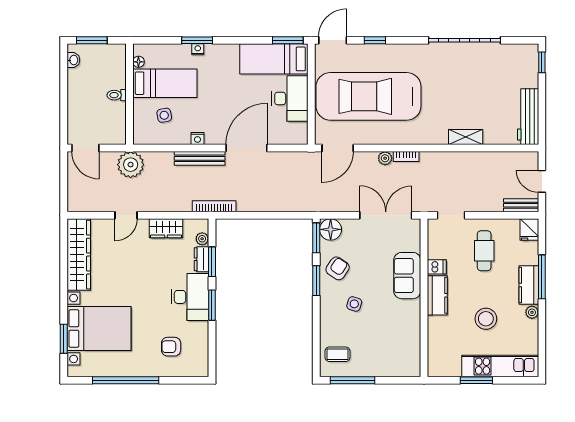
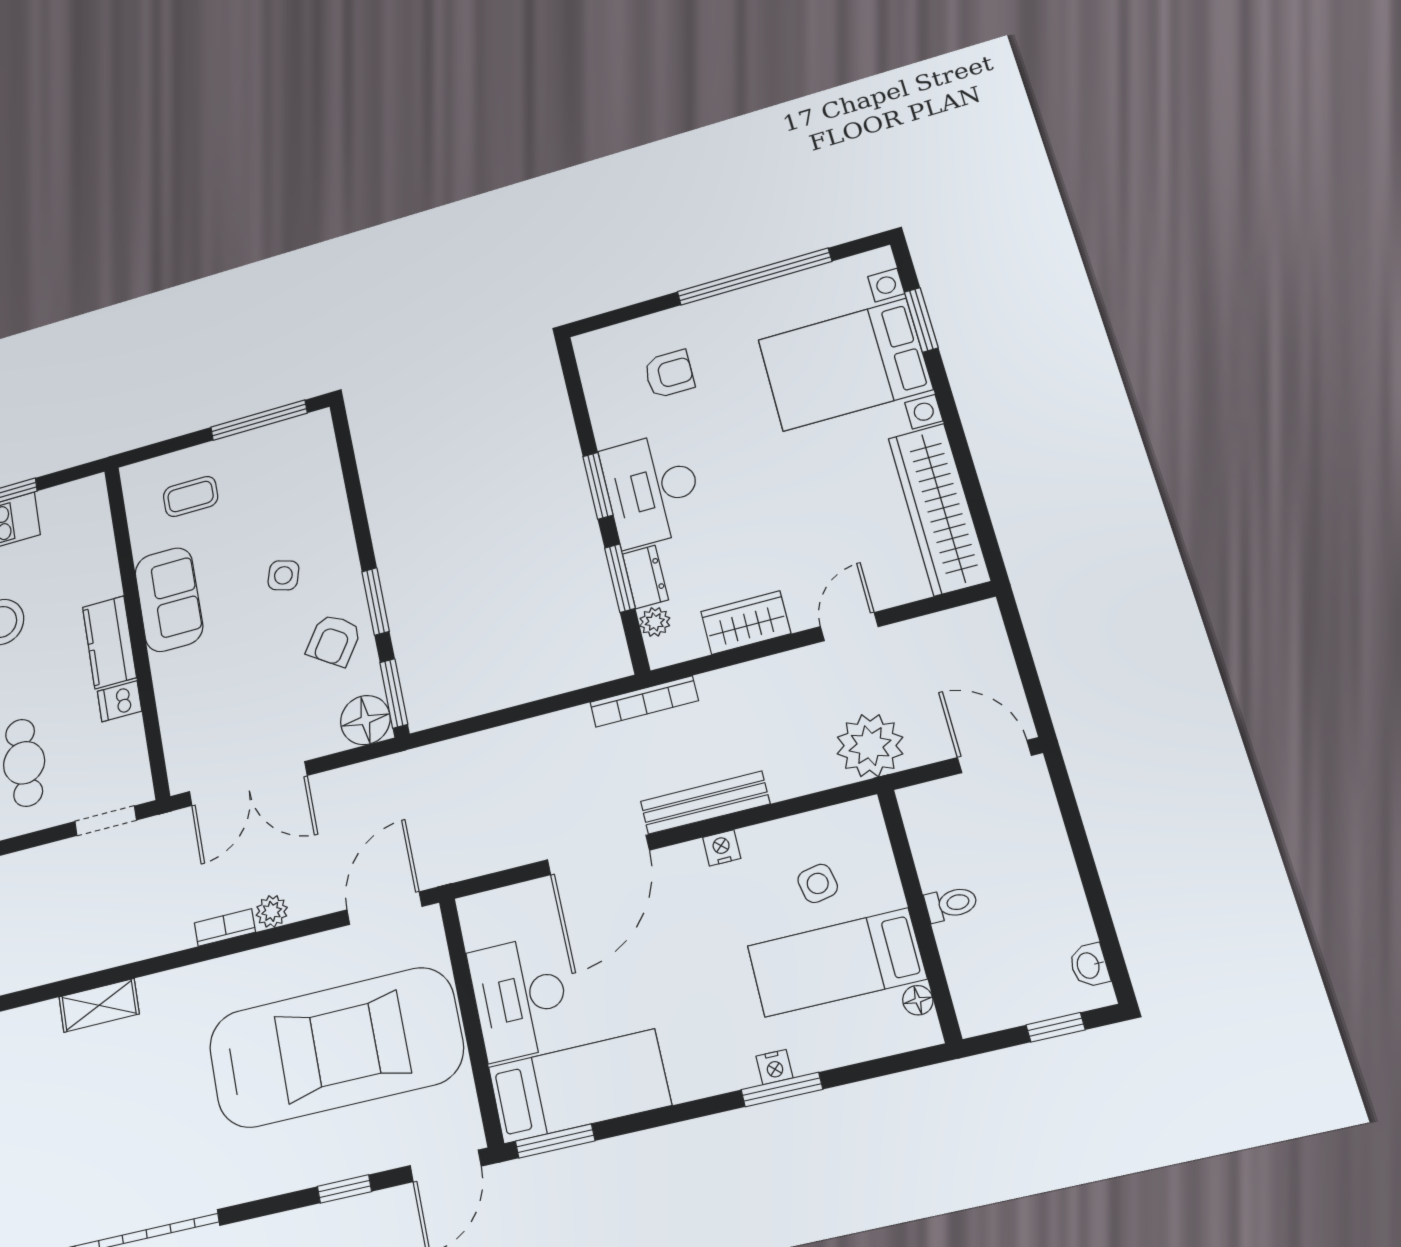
window: (92, 40) -> (1056, 1027), width x0.67
sofa: (407, 276) -> (169, 600), moved
coffee table: (338, 354) -> (191, 496), moved

